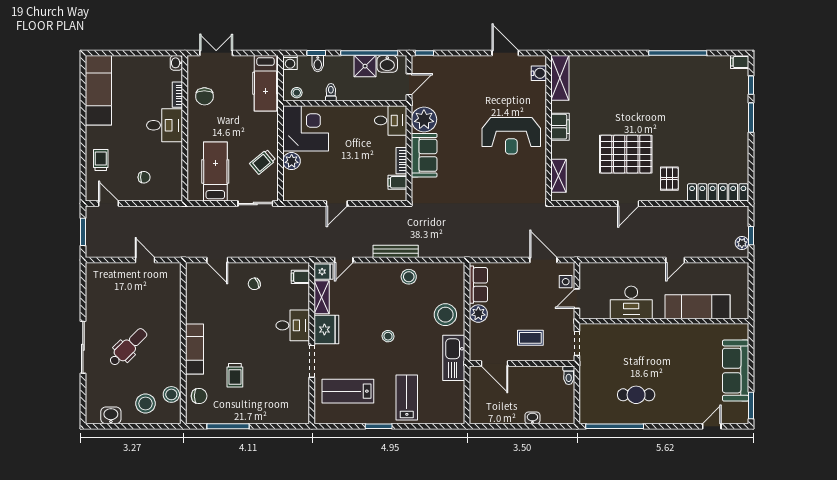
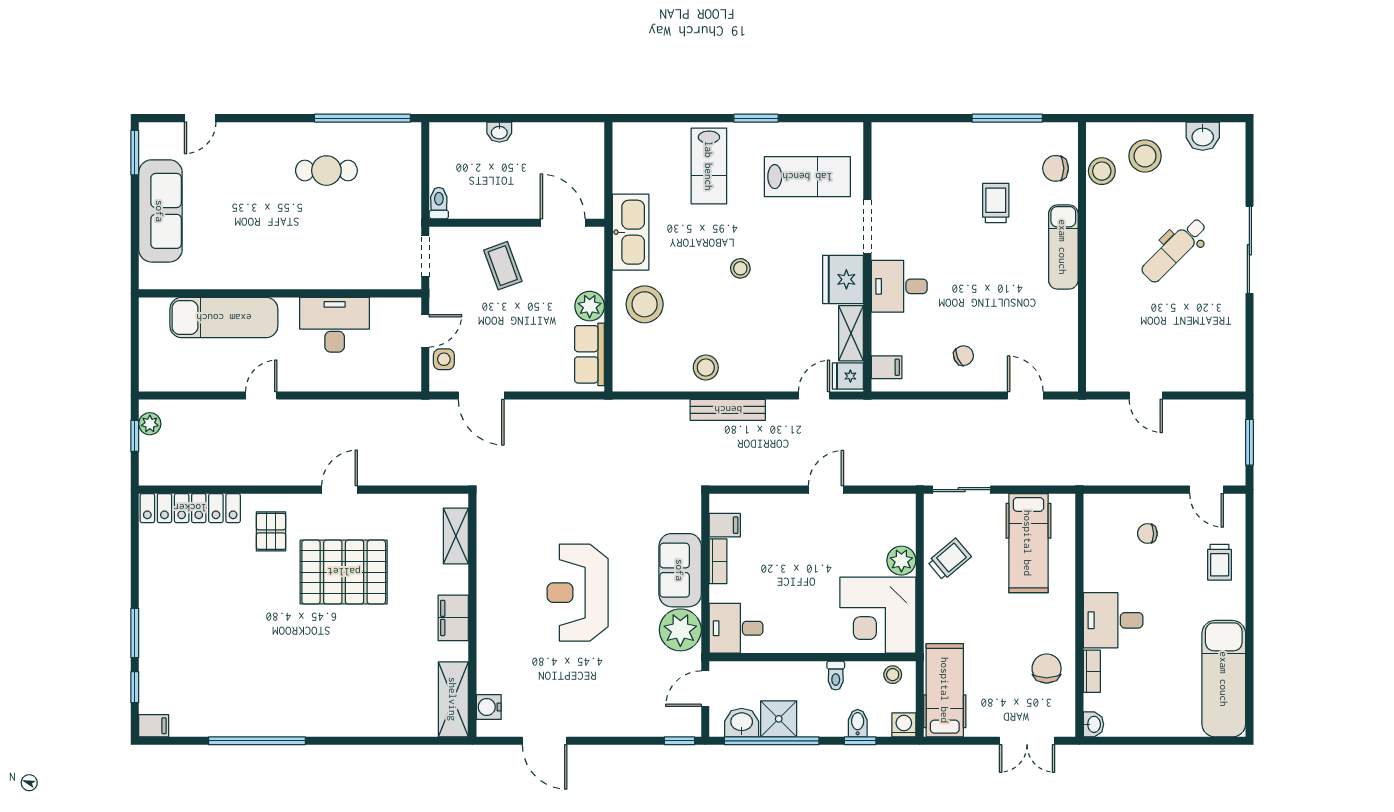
reception desk: (511, 136) -> (578, 593), moved, turned -90
coffee table: (530, 338) -> (503, 266), turned 70

